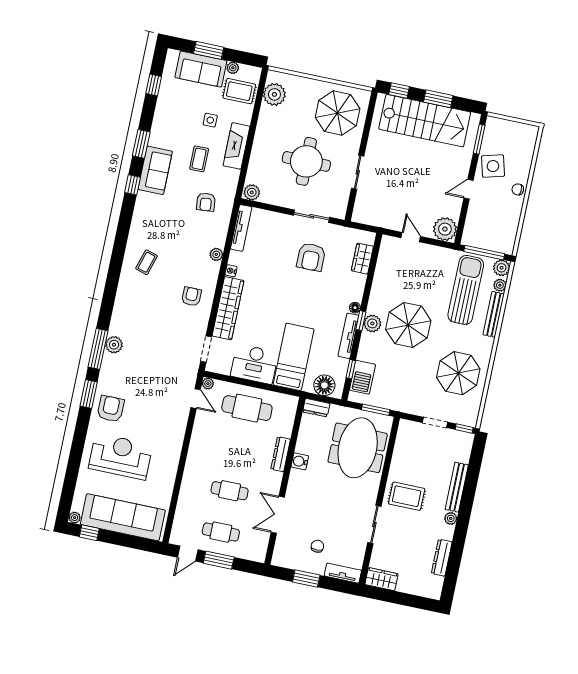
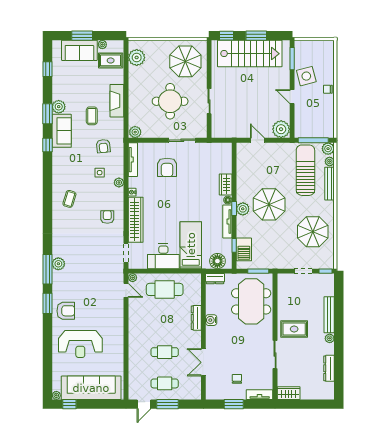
side table: (210, 120) -> (100, 173), moved
plant: (158, 138) -> (59, 107), added
door: (469, 189) -> (292, 97), hinge flipped
armchair: (311, 257) -> (167, 167), moved
wardrobe: (362, 259) -> (226, 184), moved
armchair: (111, 409) -> (66, 311), turned 90
reception desk: (121, 456) -> (80, 344), turned 180

